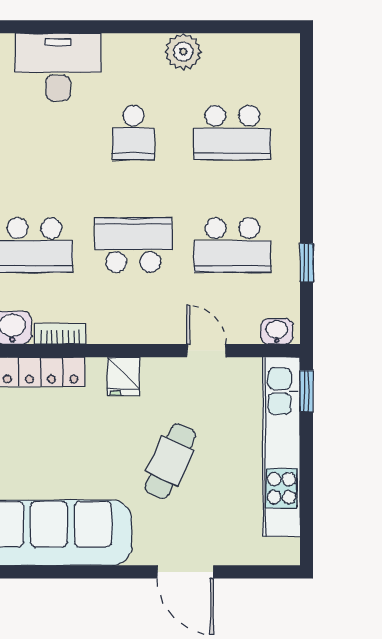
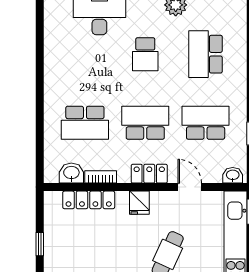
school desk: (232, 132) -> (206, 54), turned 90
school desk: (232, 245) -> (206, 123), turned 180
locker: (140, 329) -> (149, 174), added

